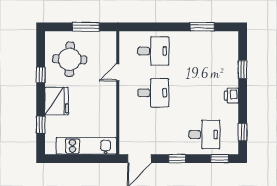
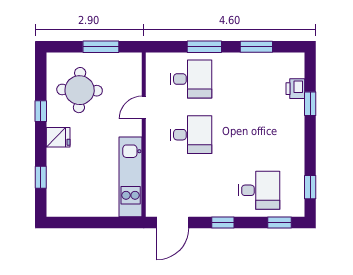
window: (163, 27) -> (204, 47), added
printer: (231, 96) -> (295, 89), moved
fridge: (57, 101) -> (58, 137), width x0.53, depth x0.75
kitchen unit: (86, 146) -> (131, 177), moved, turned -90

